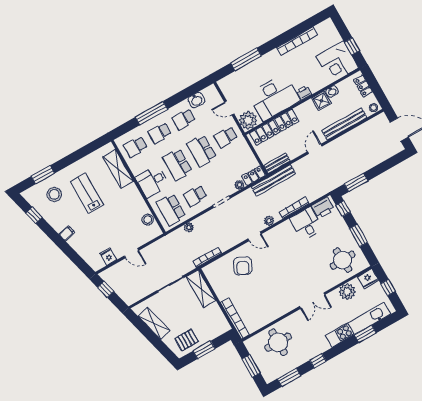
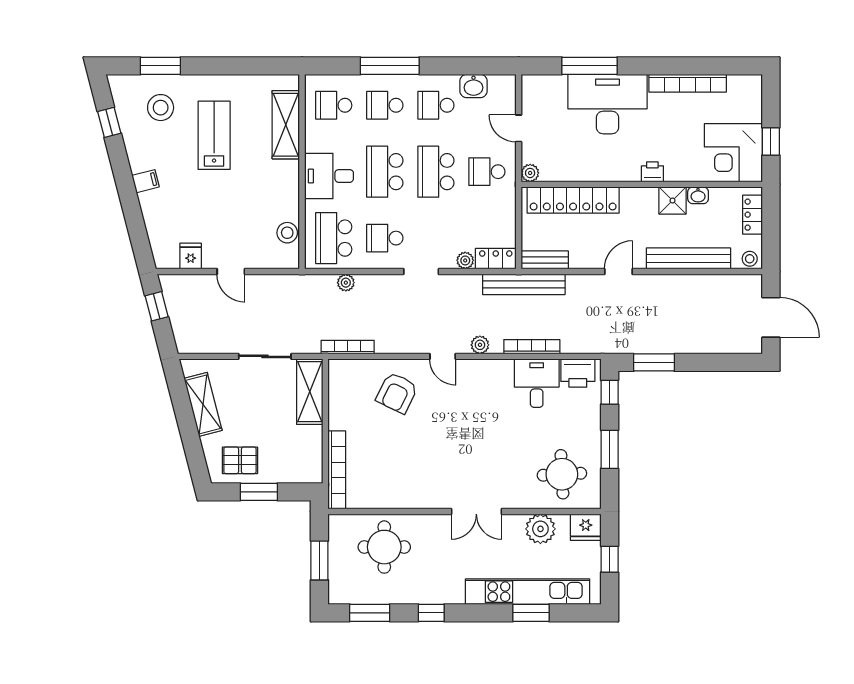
desk: (274, 97) -> (607, 104), moved, turned 180
plant: (248, 120) -> (530, 173), width x0.53, depth x0.53

